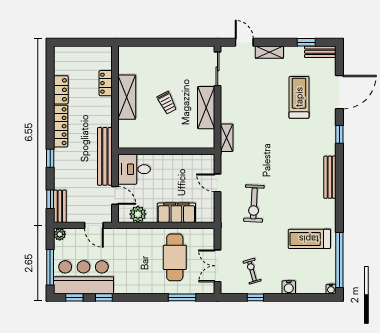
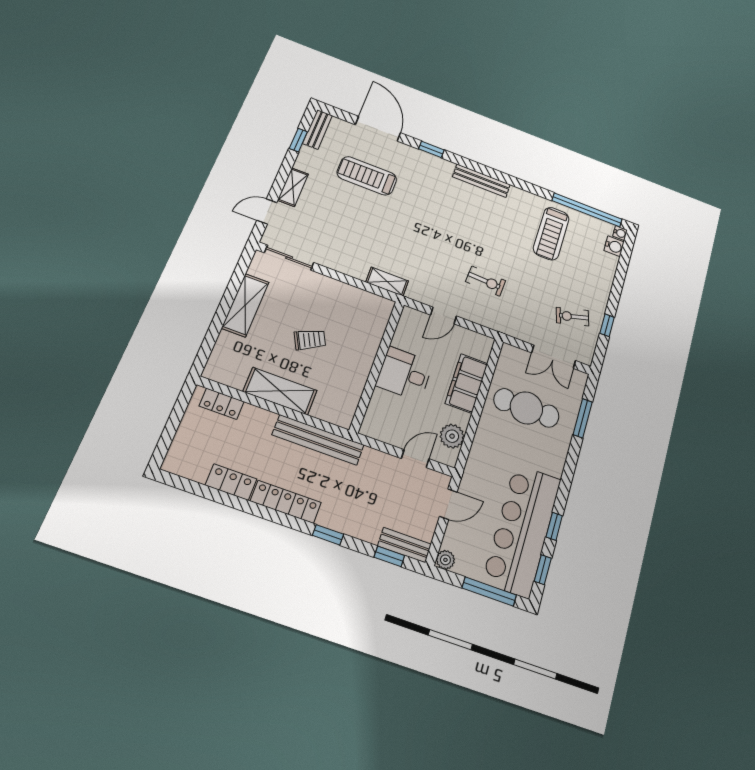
locker: (106, 83) -> (222, 404), moved
shelving: (206, 108) -> (245, 305), moved, turned 90
bench: (105, 156) -> (318, 440), moved
desk: (134, 169) -> (404, 374), moved, turned 90
exercise bike: (254, 203) -> (486, 281), width x0.73, depth x0.72
bar counter: (84, 277) -> (522, 530), width x1.36
water cooler: (289, 287) -> (614, 246), moved

